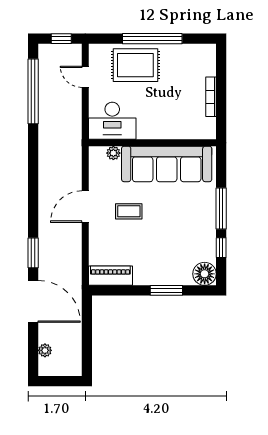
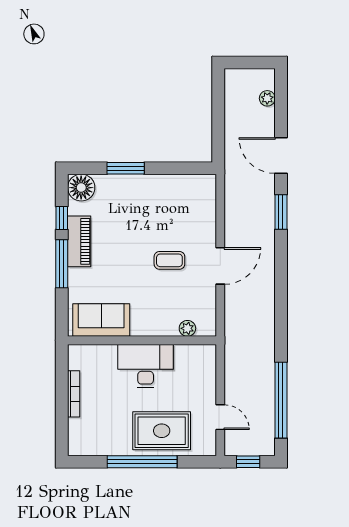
desk: (112, 121) -> (146, 366), moved
sofa: (167, 164) -> (101, 320), width x0.54, depth x0.79
piano: (110, 276) -> (79, 241), moved, turned -90
door: (33, 301) -> (281, 156), width x0.73

